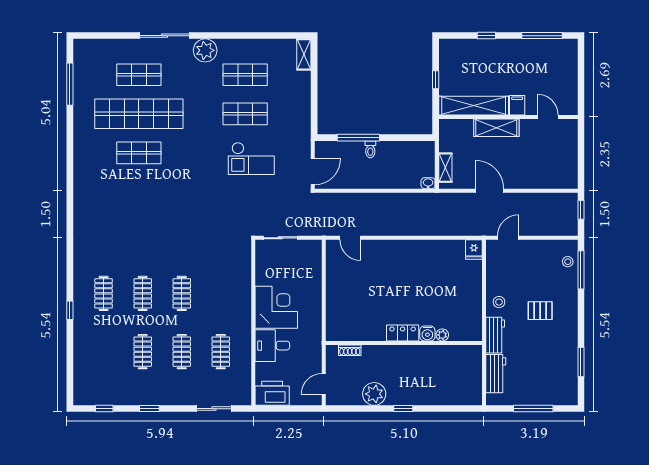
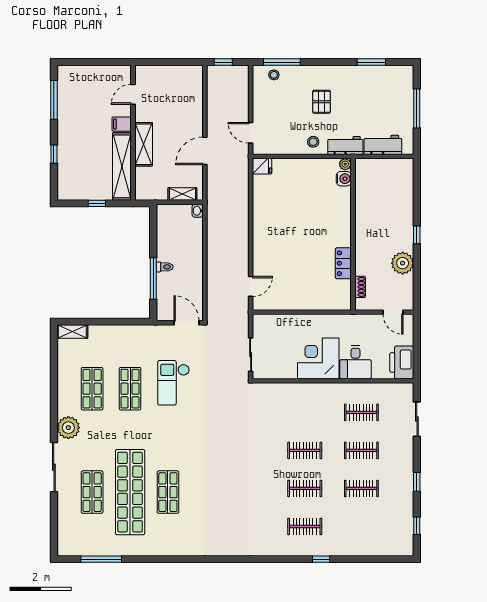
checkout: (251, 158) -> (174, 383), turned 180
locker: (403, 333) -> (343, 263), moved
water cooler: (427, 333) -> (344, 179), moved
plant: (442, 335) -> (345, 164), moved

